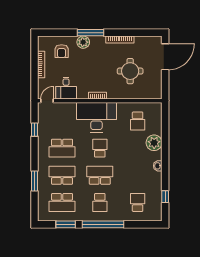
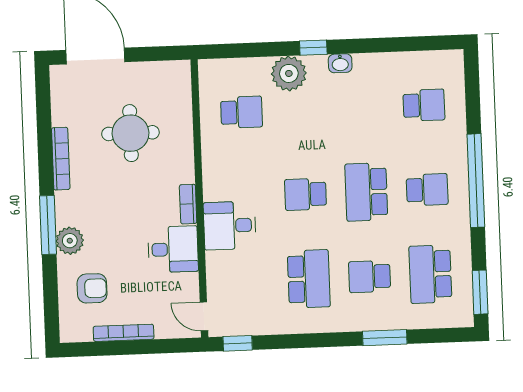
desk: (66, 88) -> (173, 249), moved
desk: (96, 117) -> (230, 226), width x0.53, depth x0.77
window: (35, 130) -> (238, 343), moved
school desk: (62, 175) -> (370, 277), width x0.54
window: (165, 197) -> (313, 48), moved
school desk: (62, 202) -> (430, 274), turned 180
school desk: (138, 202) -> (424, 105), turned 180
window: (66, 224) -> (480, 292), moved

